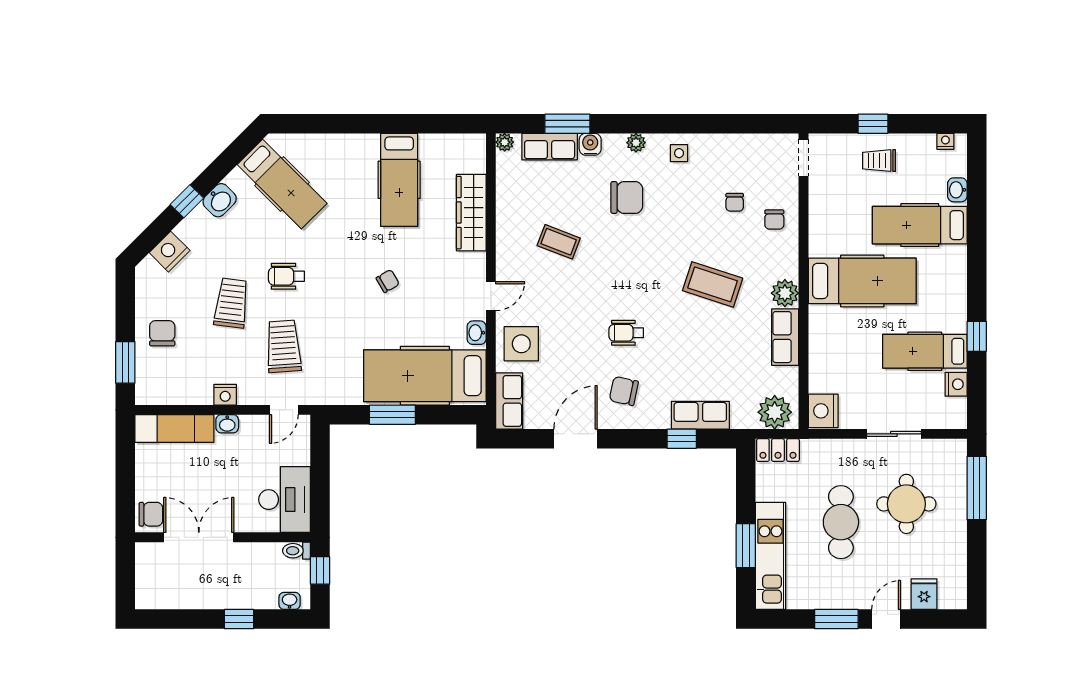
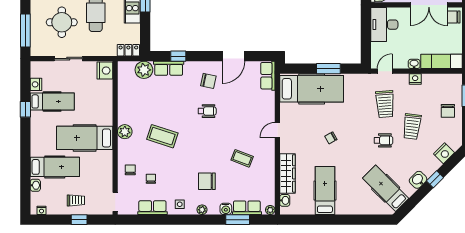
washbasin: (477, 333) -> (285, 200), moved
row of seats: (785, 337) -> (152, 208), moved, turned -90
side table: (521, 344) -> (262, 105), removed
plant: (775, 412) -> (144, 70), moved

